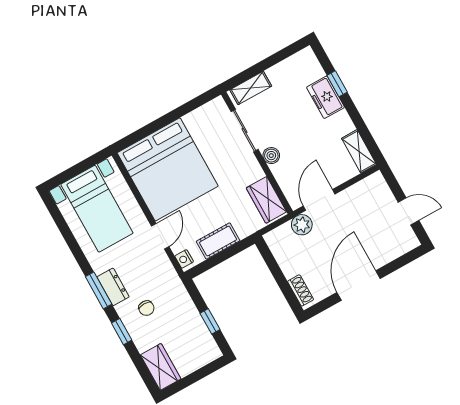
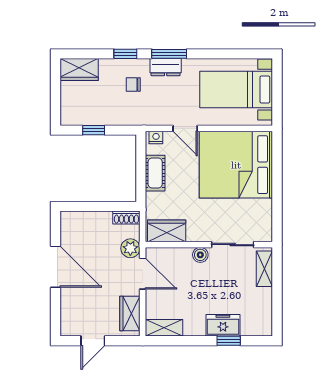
wardrobe: (363, 191) -> (130, 314), added
shoe rack: (301, 290) -> (126, 217), moved

